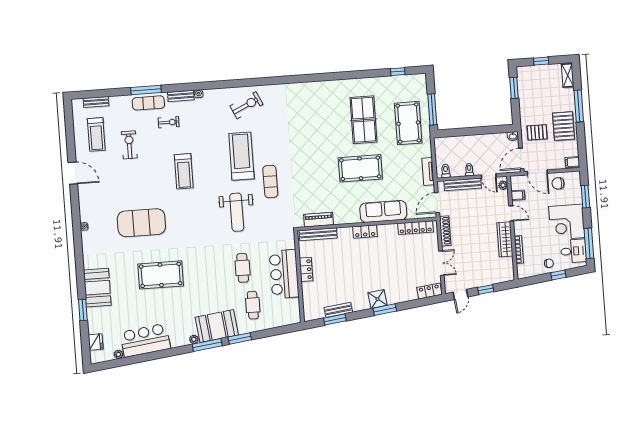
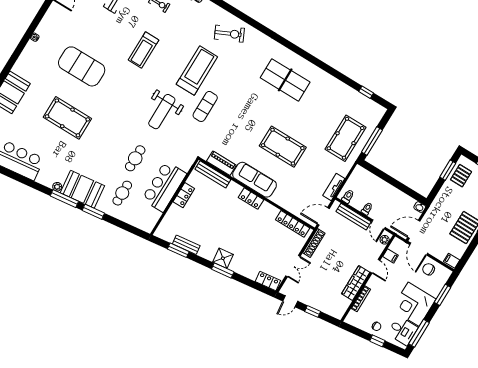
table tennis table: (363, 120) -> (285, 80), moved, turned 90
pallet: (537, 132) -> (461, 176), moved, turned 90
sofa: (383, 211) -> (255, 180), moved

